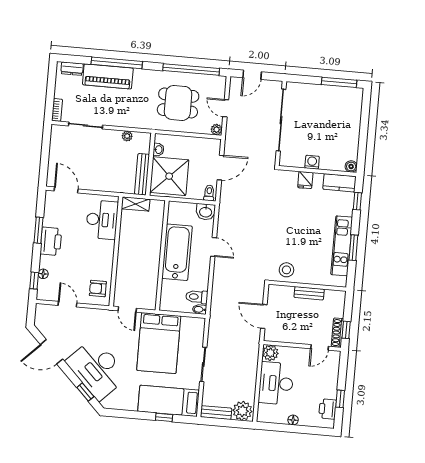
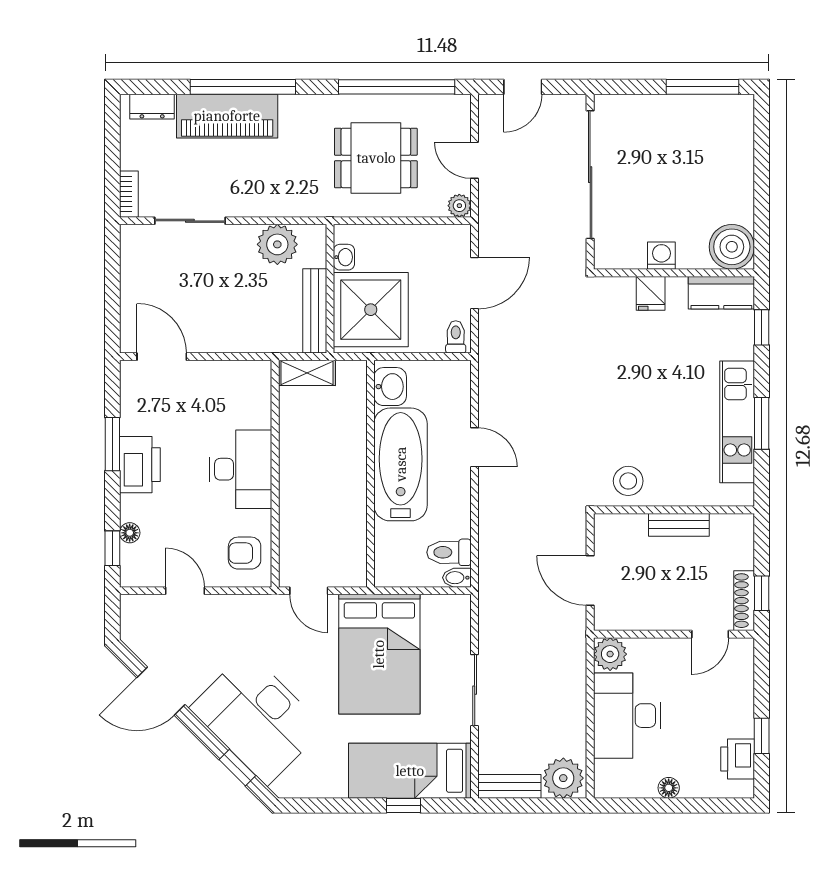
plant: (127, 136) -> (277, 244), width x1.87, depth x1.87
boiler: (351, 166) -> (732, 247), width x1.86, depth x1.86
washbasin: (206, 212) -> (390, 387), moved, turned -90
desk: (102, 220) -> (241, 469), moved

